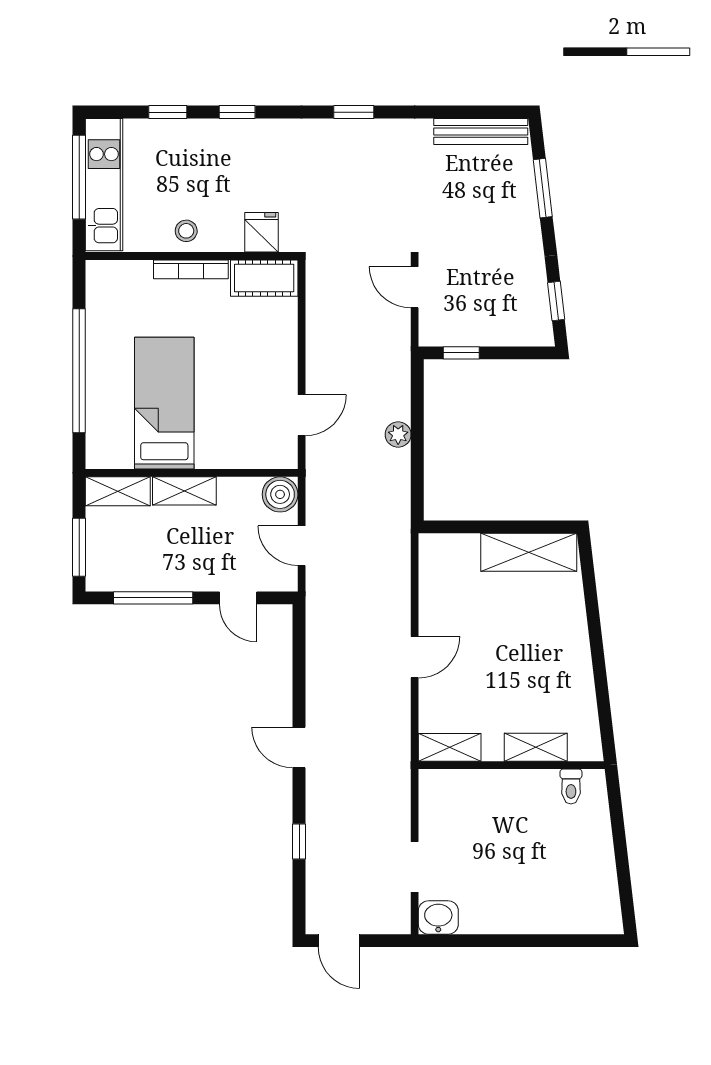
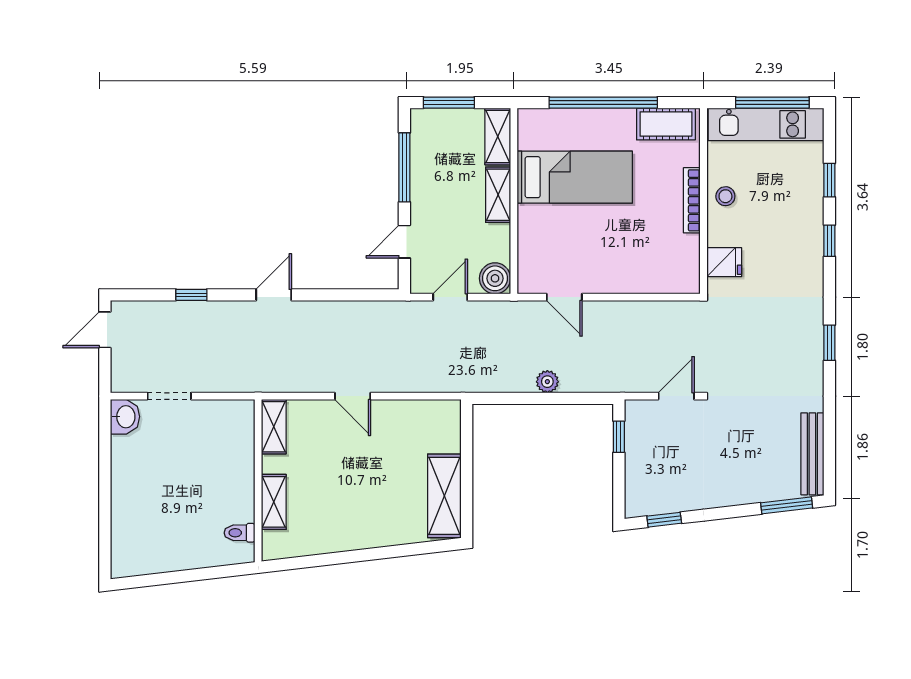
window: (543, 188) -> (787, 505), moved
cot: (264, 278) -> (666, 124), moved, turned 90

